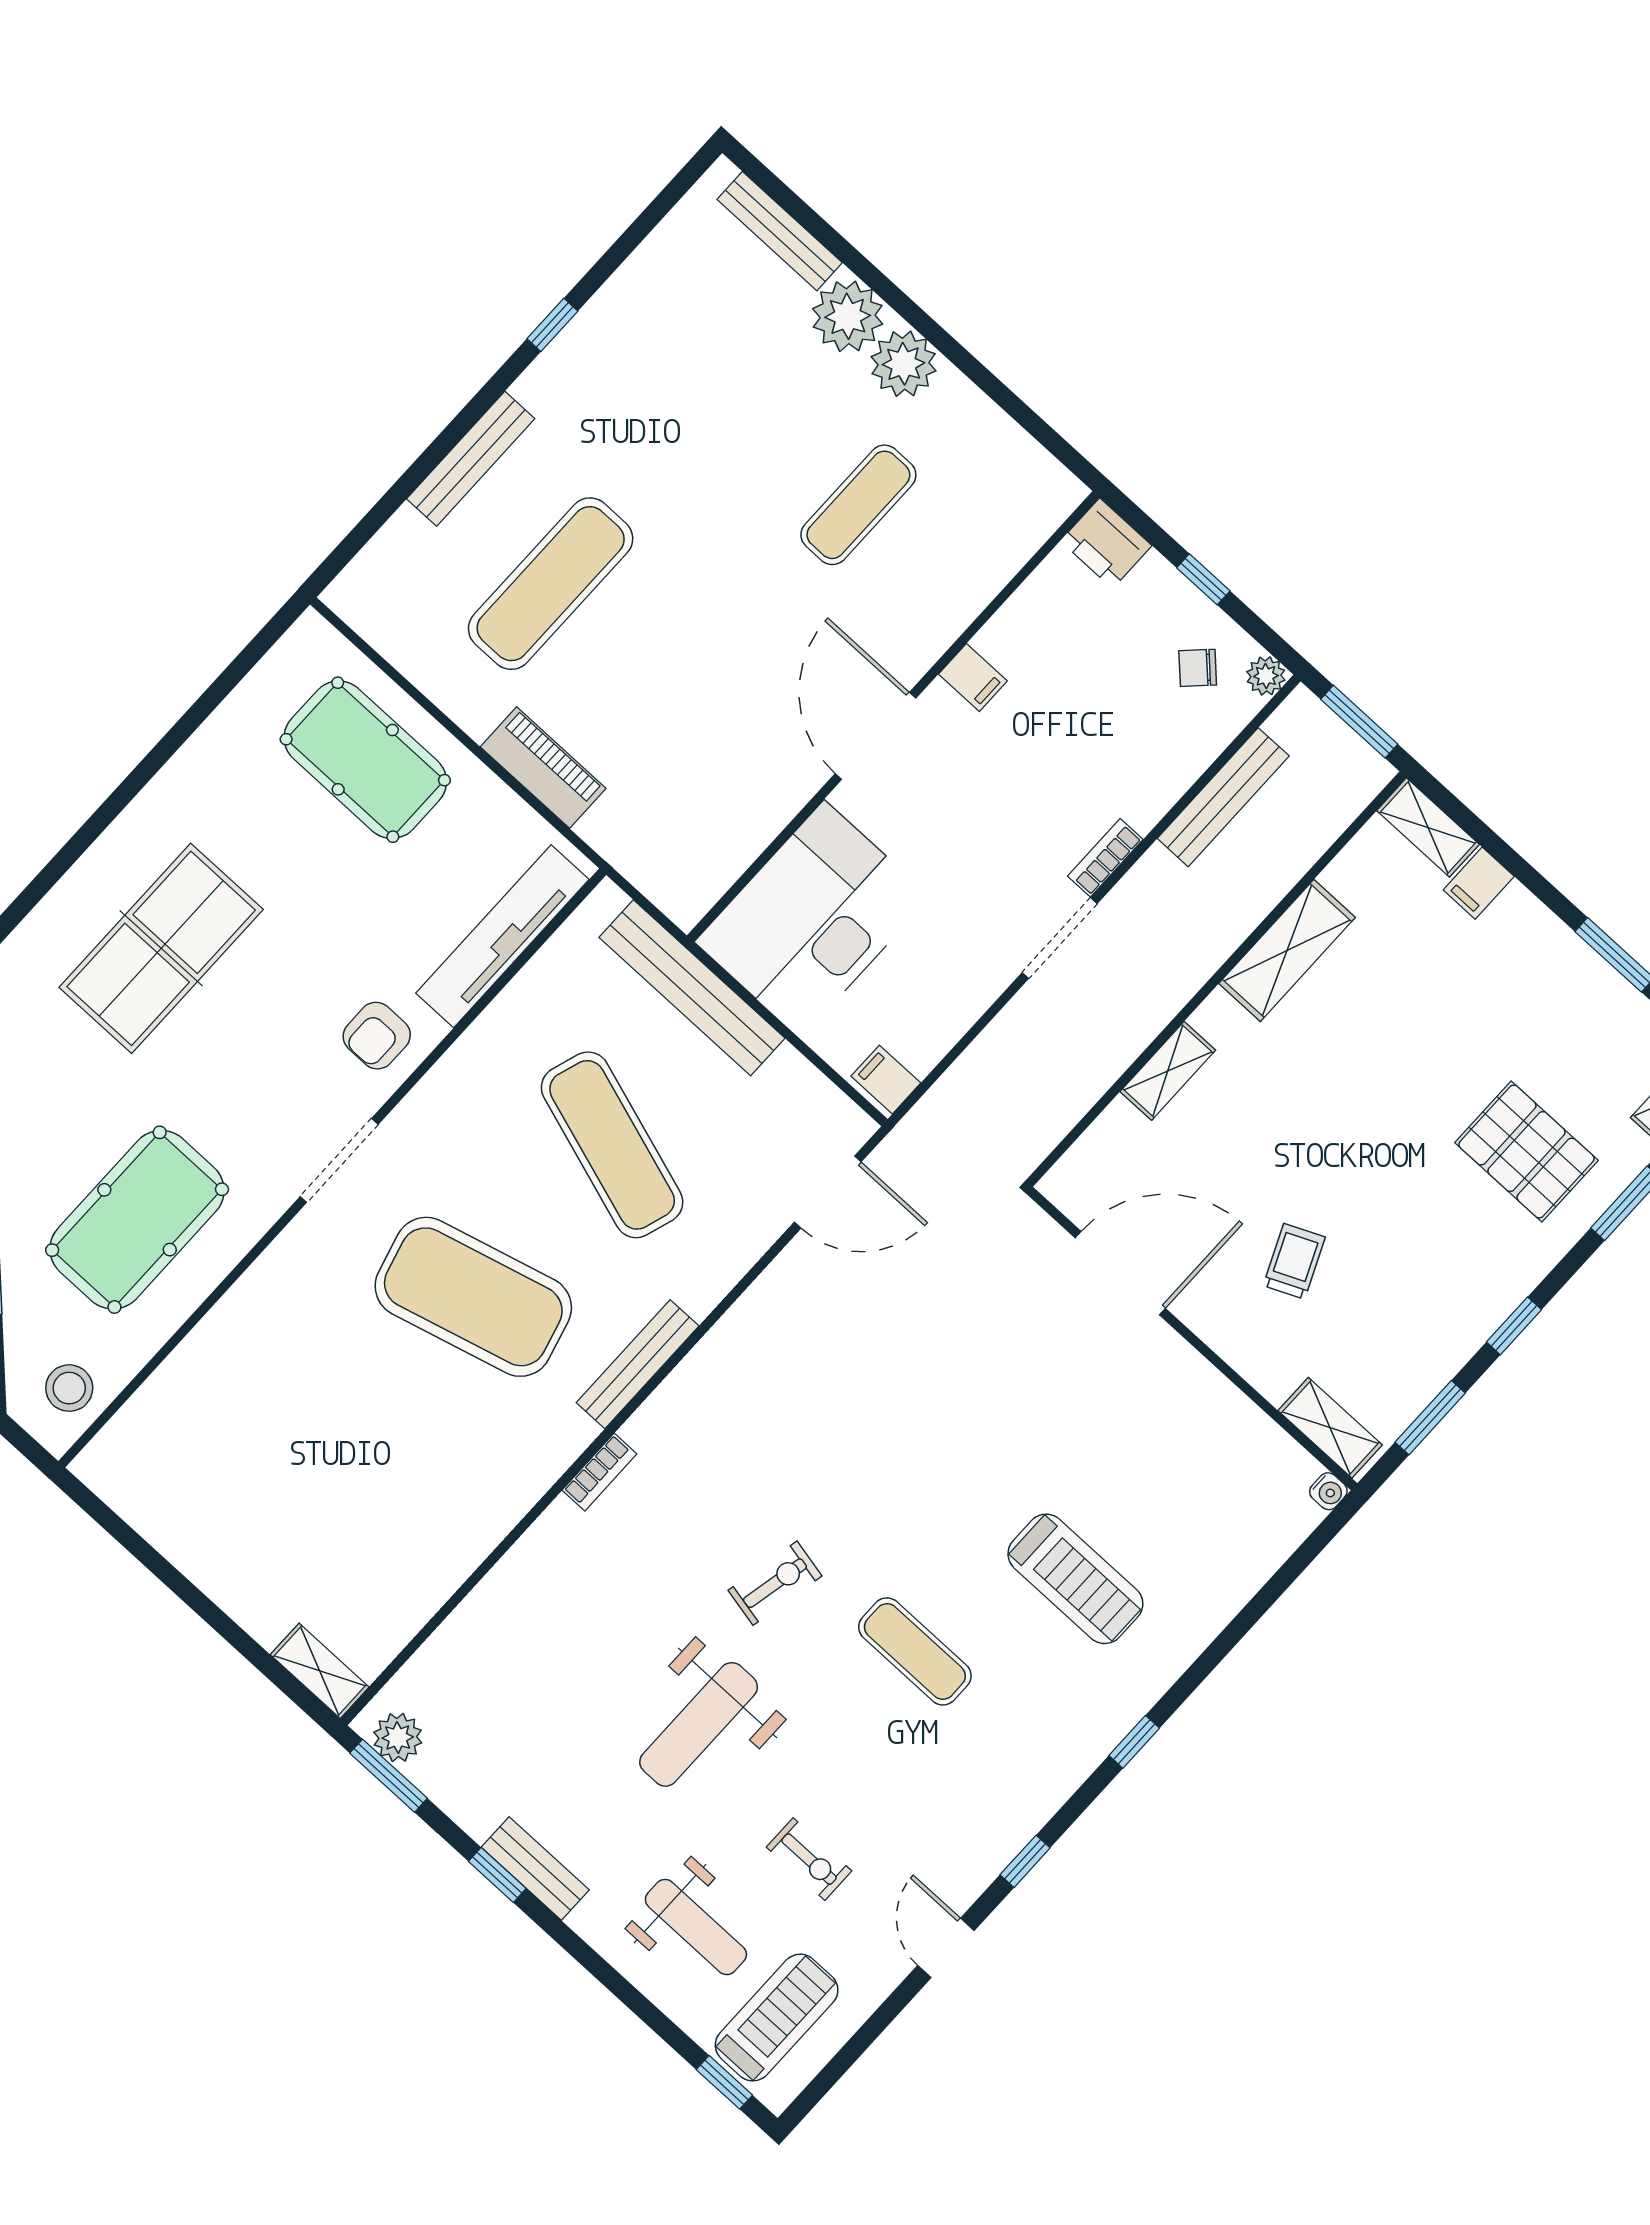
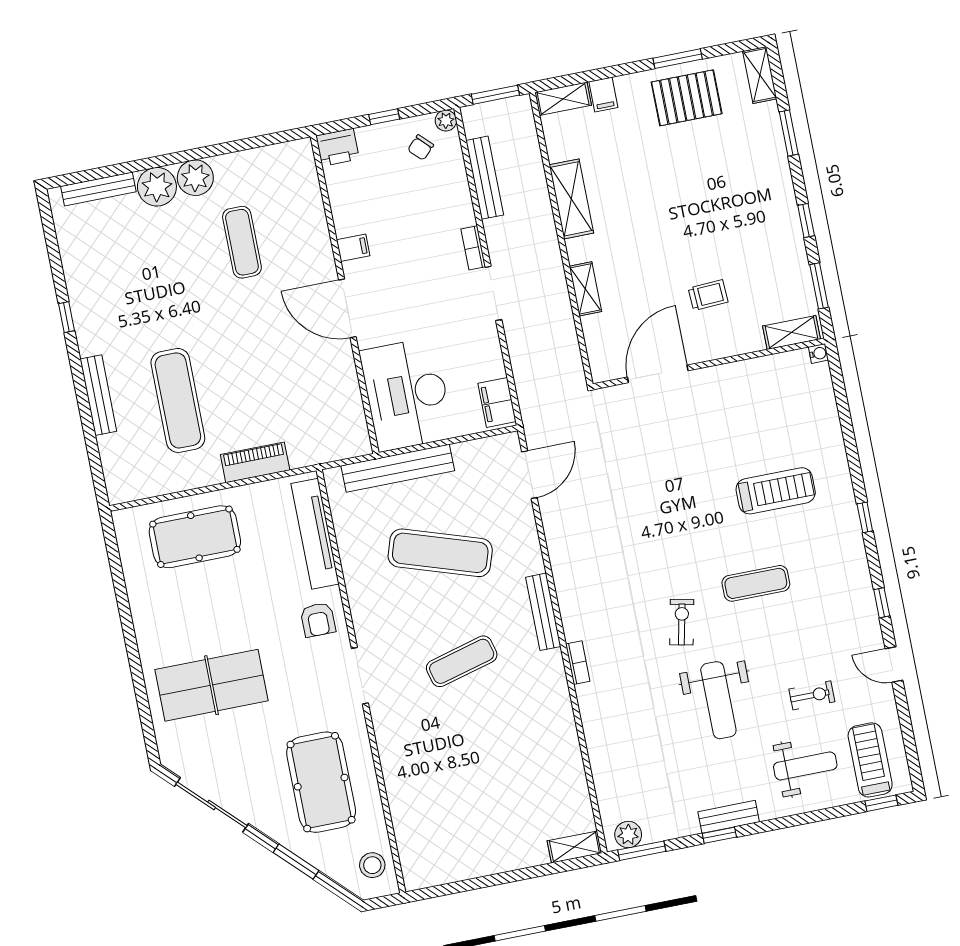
table tennis table: (161, 948) -> (211, 685), turned 90
filing cabinet: (886, 1080) -> (497, 402), width x2.00
pallet: (1526, 1152) -> (687, 98), moved
trolley: (1294, 1261) -> (708, 295), turned 111
exercise mat: (473, 1297) -> (462, 661), width x0.50, depth x0.69

